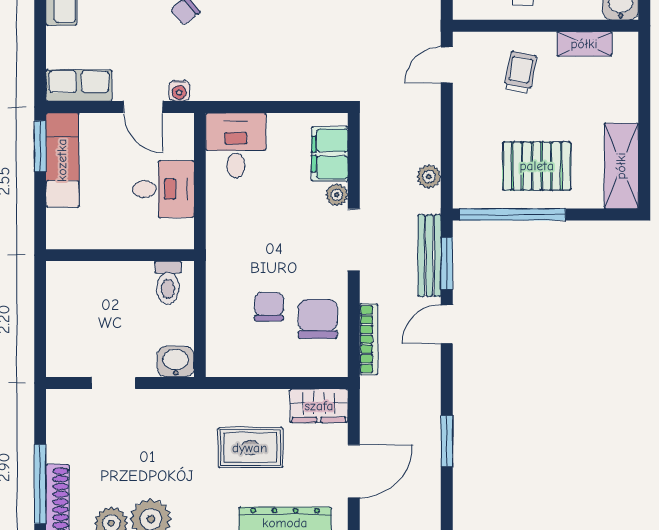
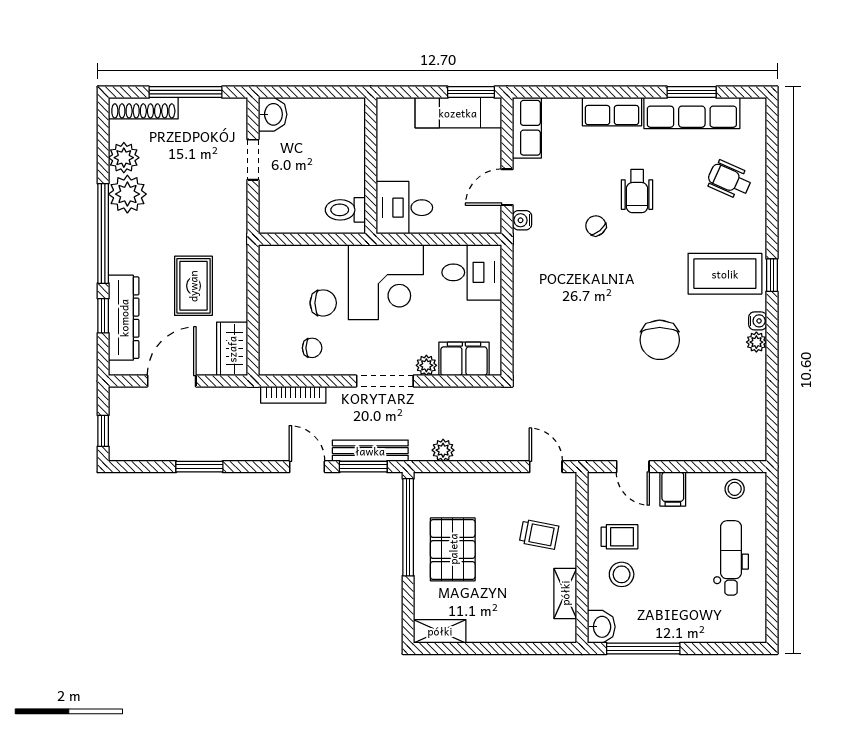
shelving: (621, 166) -> (440, 631), width x0.67, depth x0.75
desk: (163, 189) -> (404, 208), moved, turned 90
corner desk: (246, 239) -> (386, 282), added
chair: (318, 319) -> (312, 348), width x0.54, depth x0.54
washbasin: (176, 362) -> (273, 114), moved
door: (354, 471) -> (172, 381), swing flipped
window: (40, 484) -> (186, 92), moved

